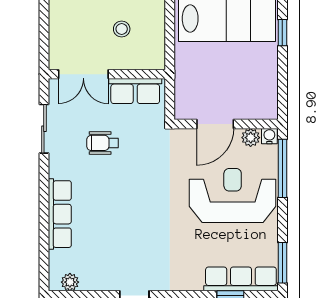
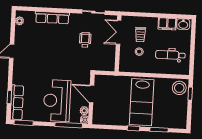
trolley: (86, 28) -> (140, 35), added
row of seats: (135, 91) -> (109, 57), removed
reception desk: (233, 195) -> (57, 101), turned 180

